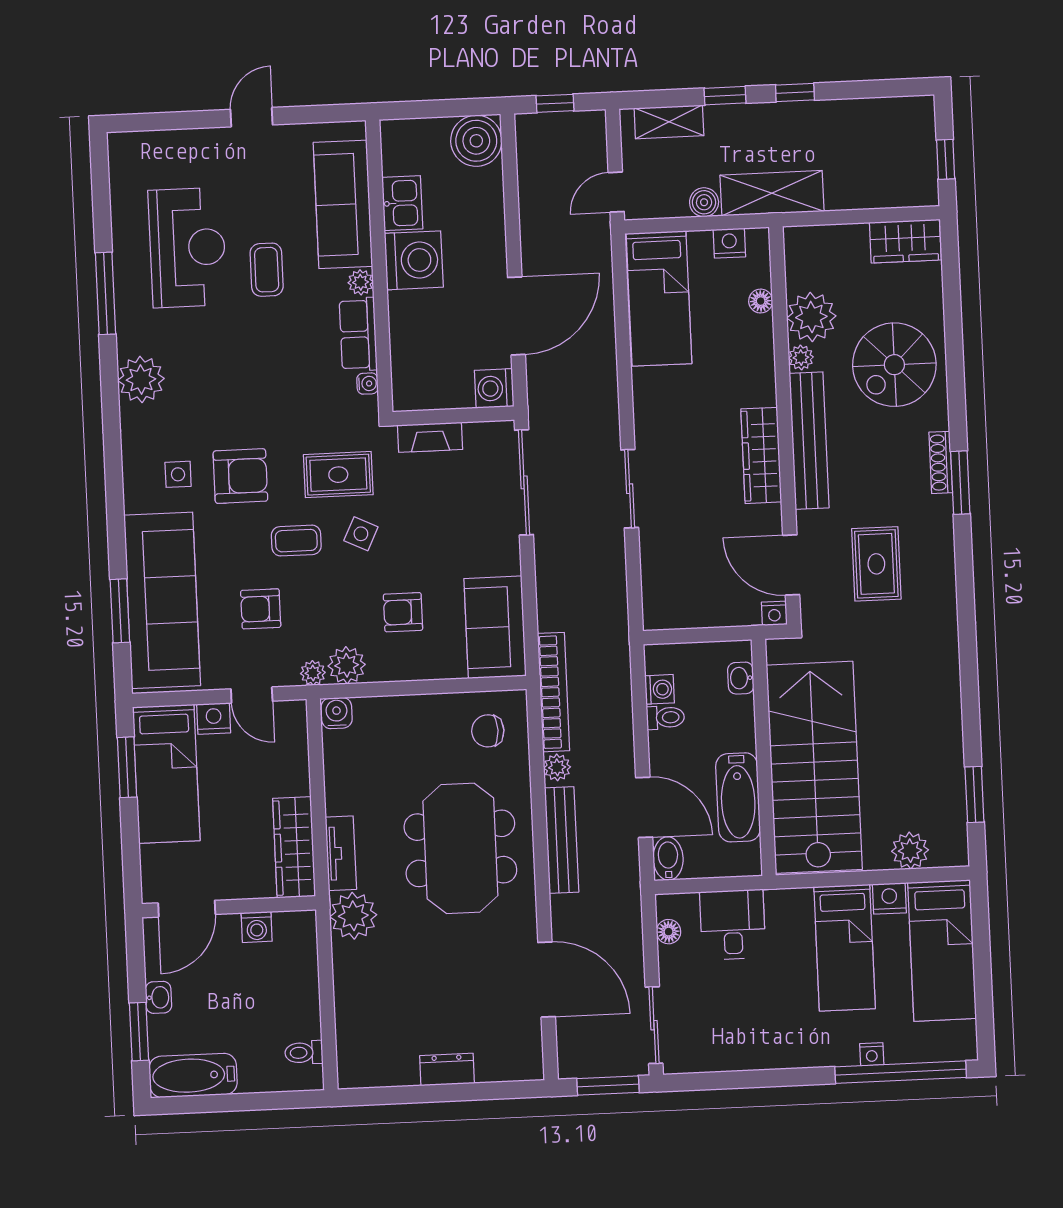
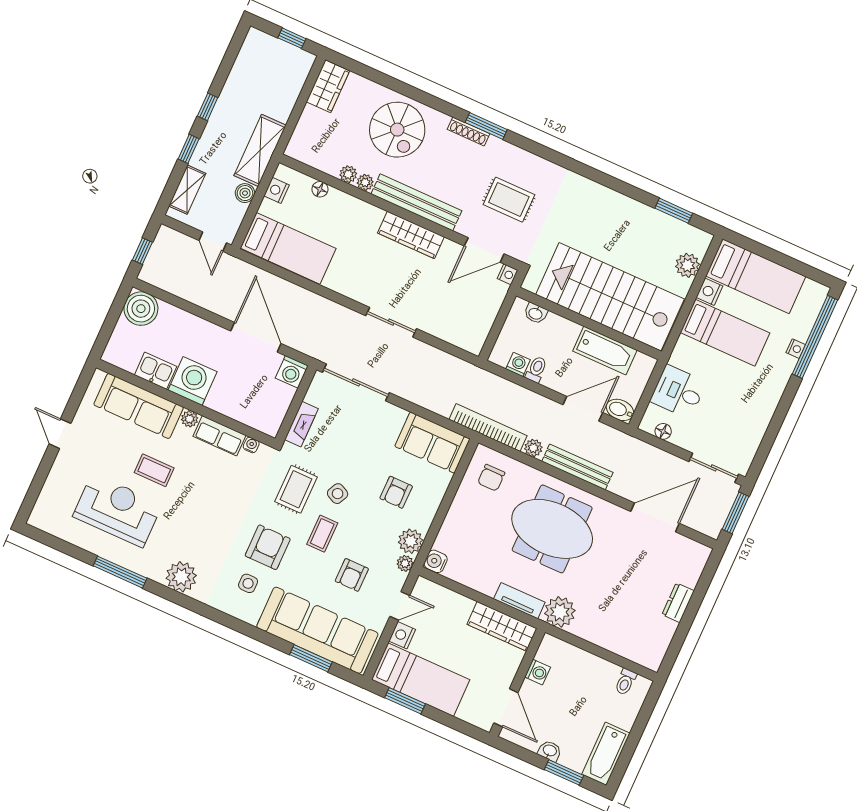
plant: (811, 317) -> (348, 174), width x0.53, depth x0.53

